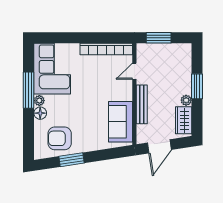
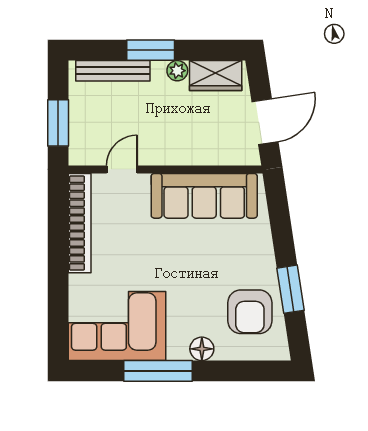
door: (134, 71) -> (122, 169), swing flipped
plant: (39, 101) -> (178, 350), removed
bench: (142, 104) -> (113, 71), moved
sofa: (120, 122) -> (204, 196), width x1.36
door: (159, 146) -> (265, 122), hinge flipped

